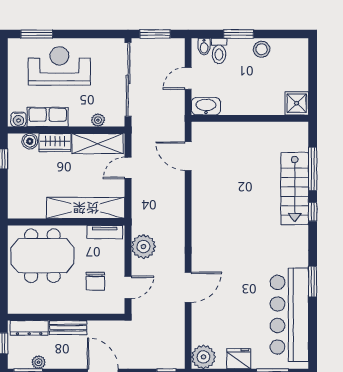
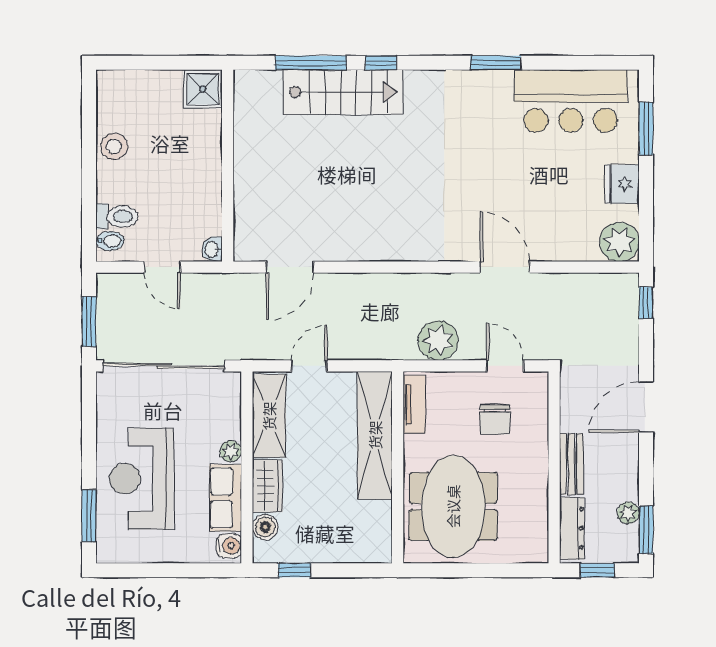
window: (239, 34) -> (89, 184), removed
washbasin: (206, 106) -> (212, 249), width x0.52, depth x0.69
plant: (98, 120) -> (231, 451), moved
door: (128, 168) -> (309, 366), swing flipped
chair: (95, 281) -> (495, 419), turned 90
bar counter: (289, 315) -> (571, 101), width x0.73

